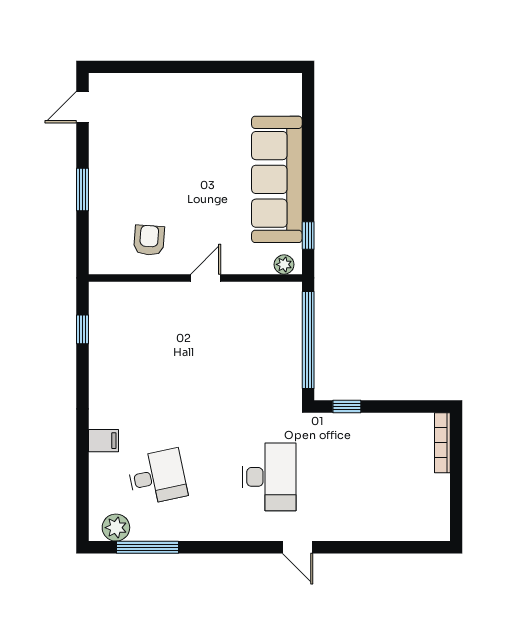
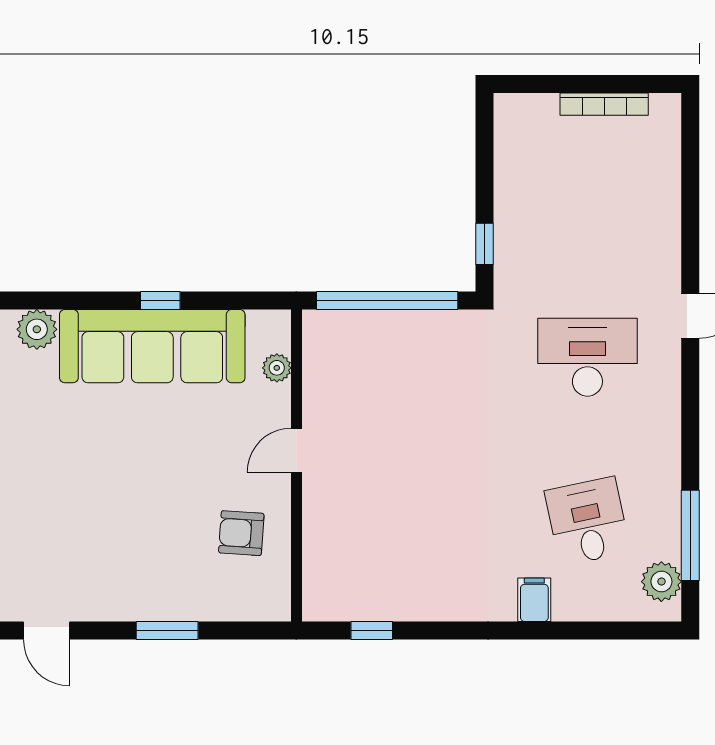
plant: (288, 100) -> (37, 329), added
window: (308, 235) -> (160, 300), moved
plant: (284, 264) -> (277, 368), moved
door: (206, 278) -> (296, 450), hinge flipped
bookcase: (442, 443) -> (604, 104), moved

